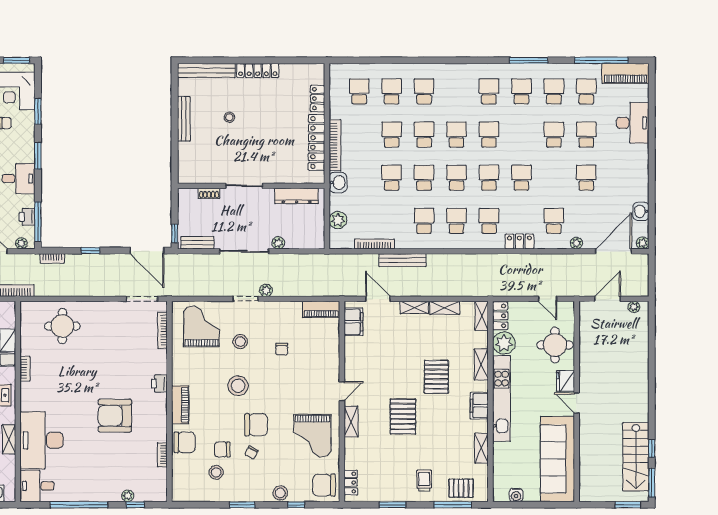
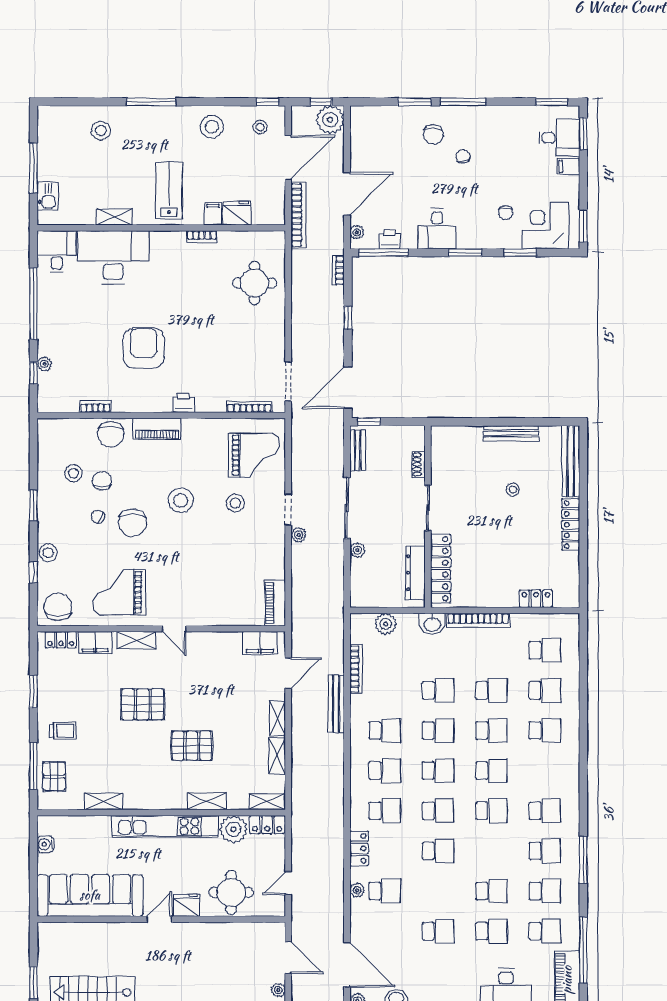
locker: (317, 142) -> (441, 569), moved, turned 90
plant: (576, 243) -> (357, 890), moved
chair: (282, 349) -> (226, 554), removed
filing cabinet: (479, 406) -> (95, 642), moved, turned 180

